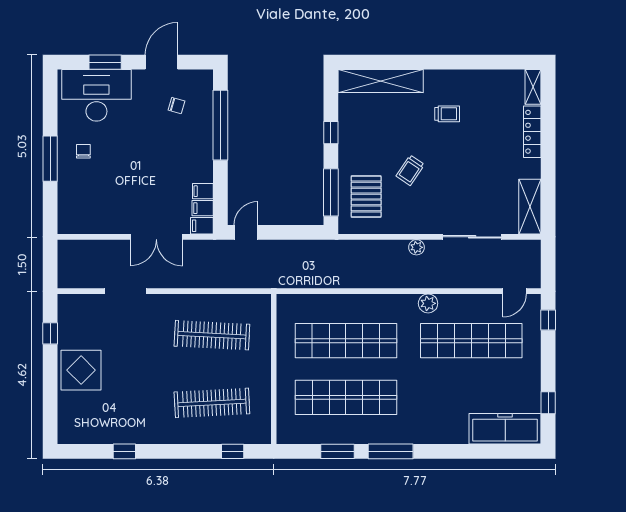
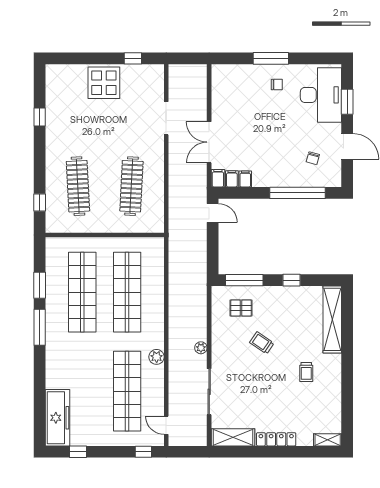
locker: (532, 132) -> (276, 439), moved
pallet: (366, 197) -> (241, 308), width x0.67, depth x0.71

